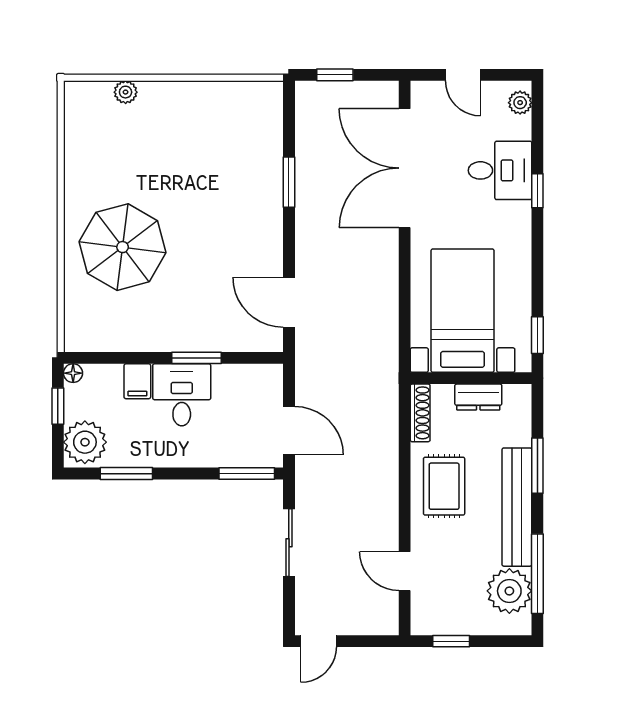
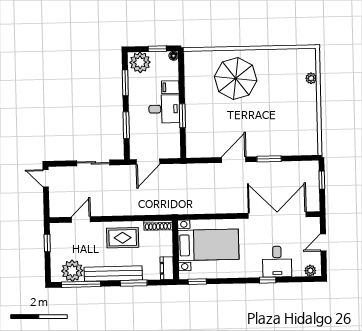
door: (289, 302) -> (234, 160), moved
dresser: (478, 397) -> (167, 268), moved
window: (247, 474) -> (126, 125), moved

